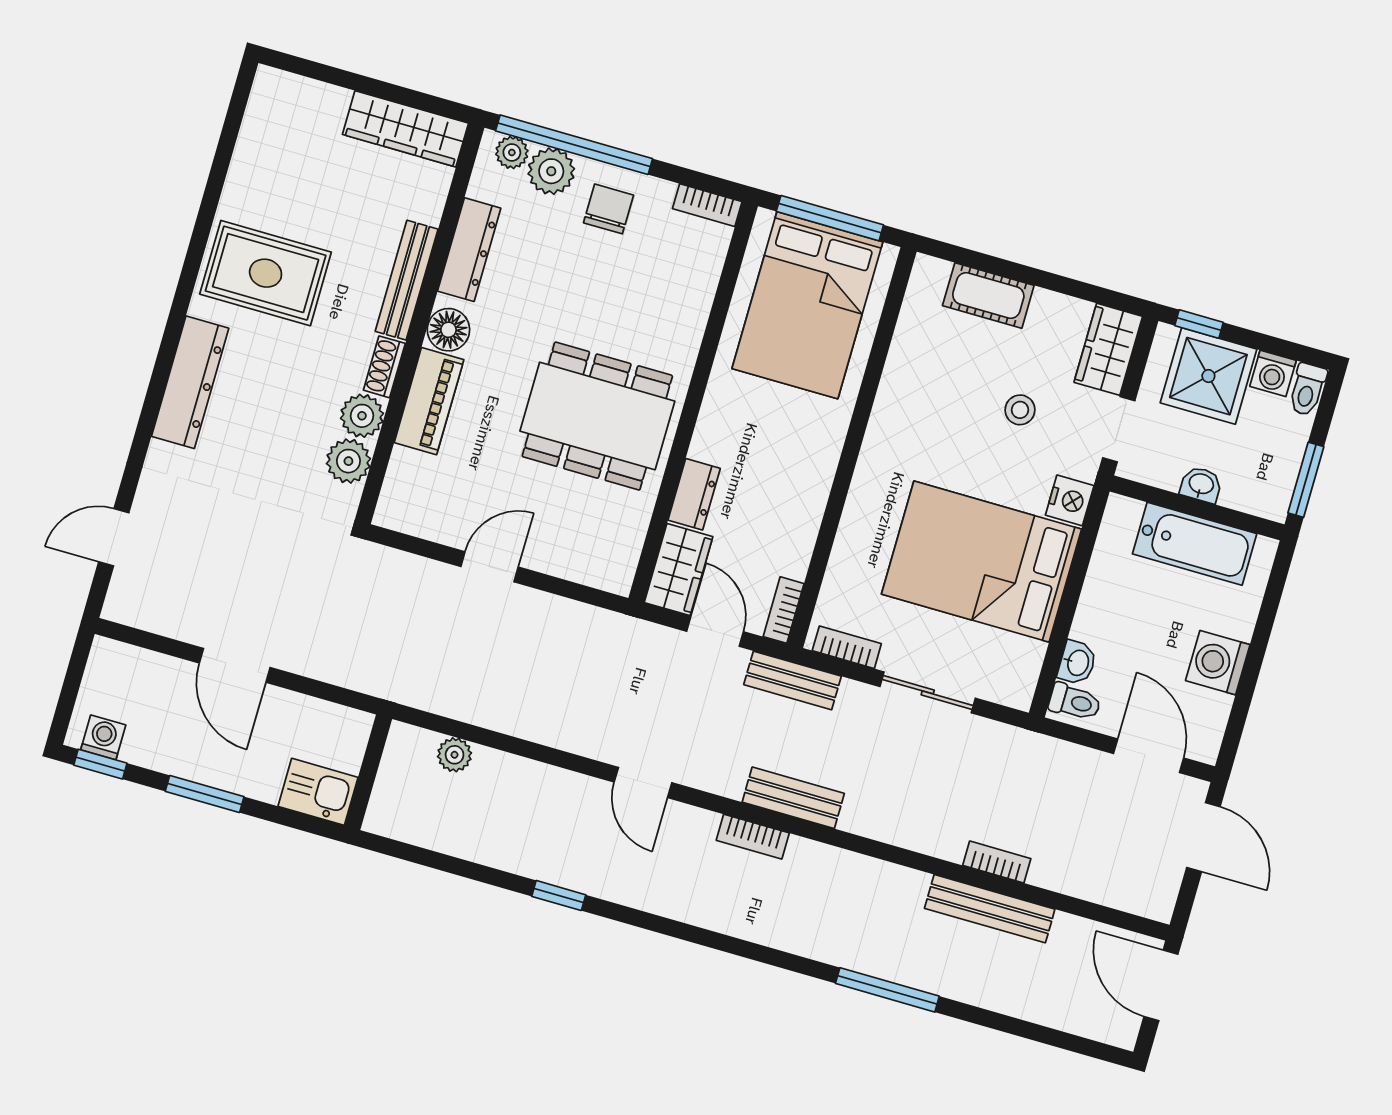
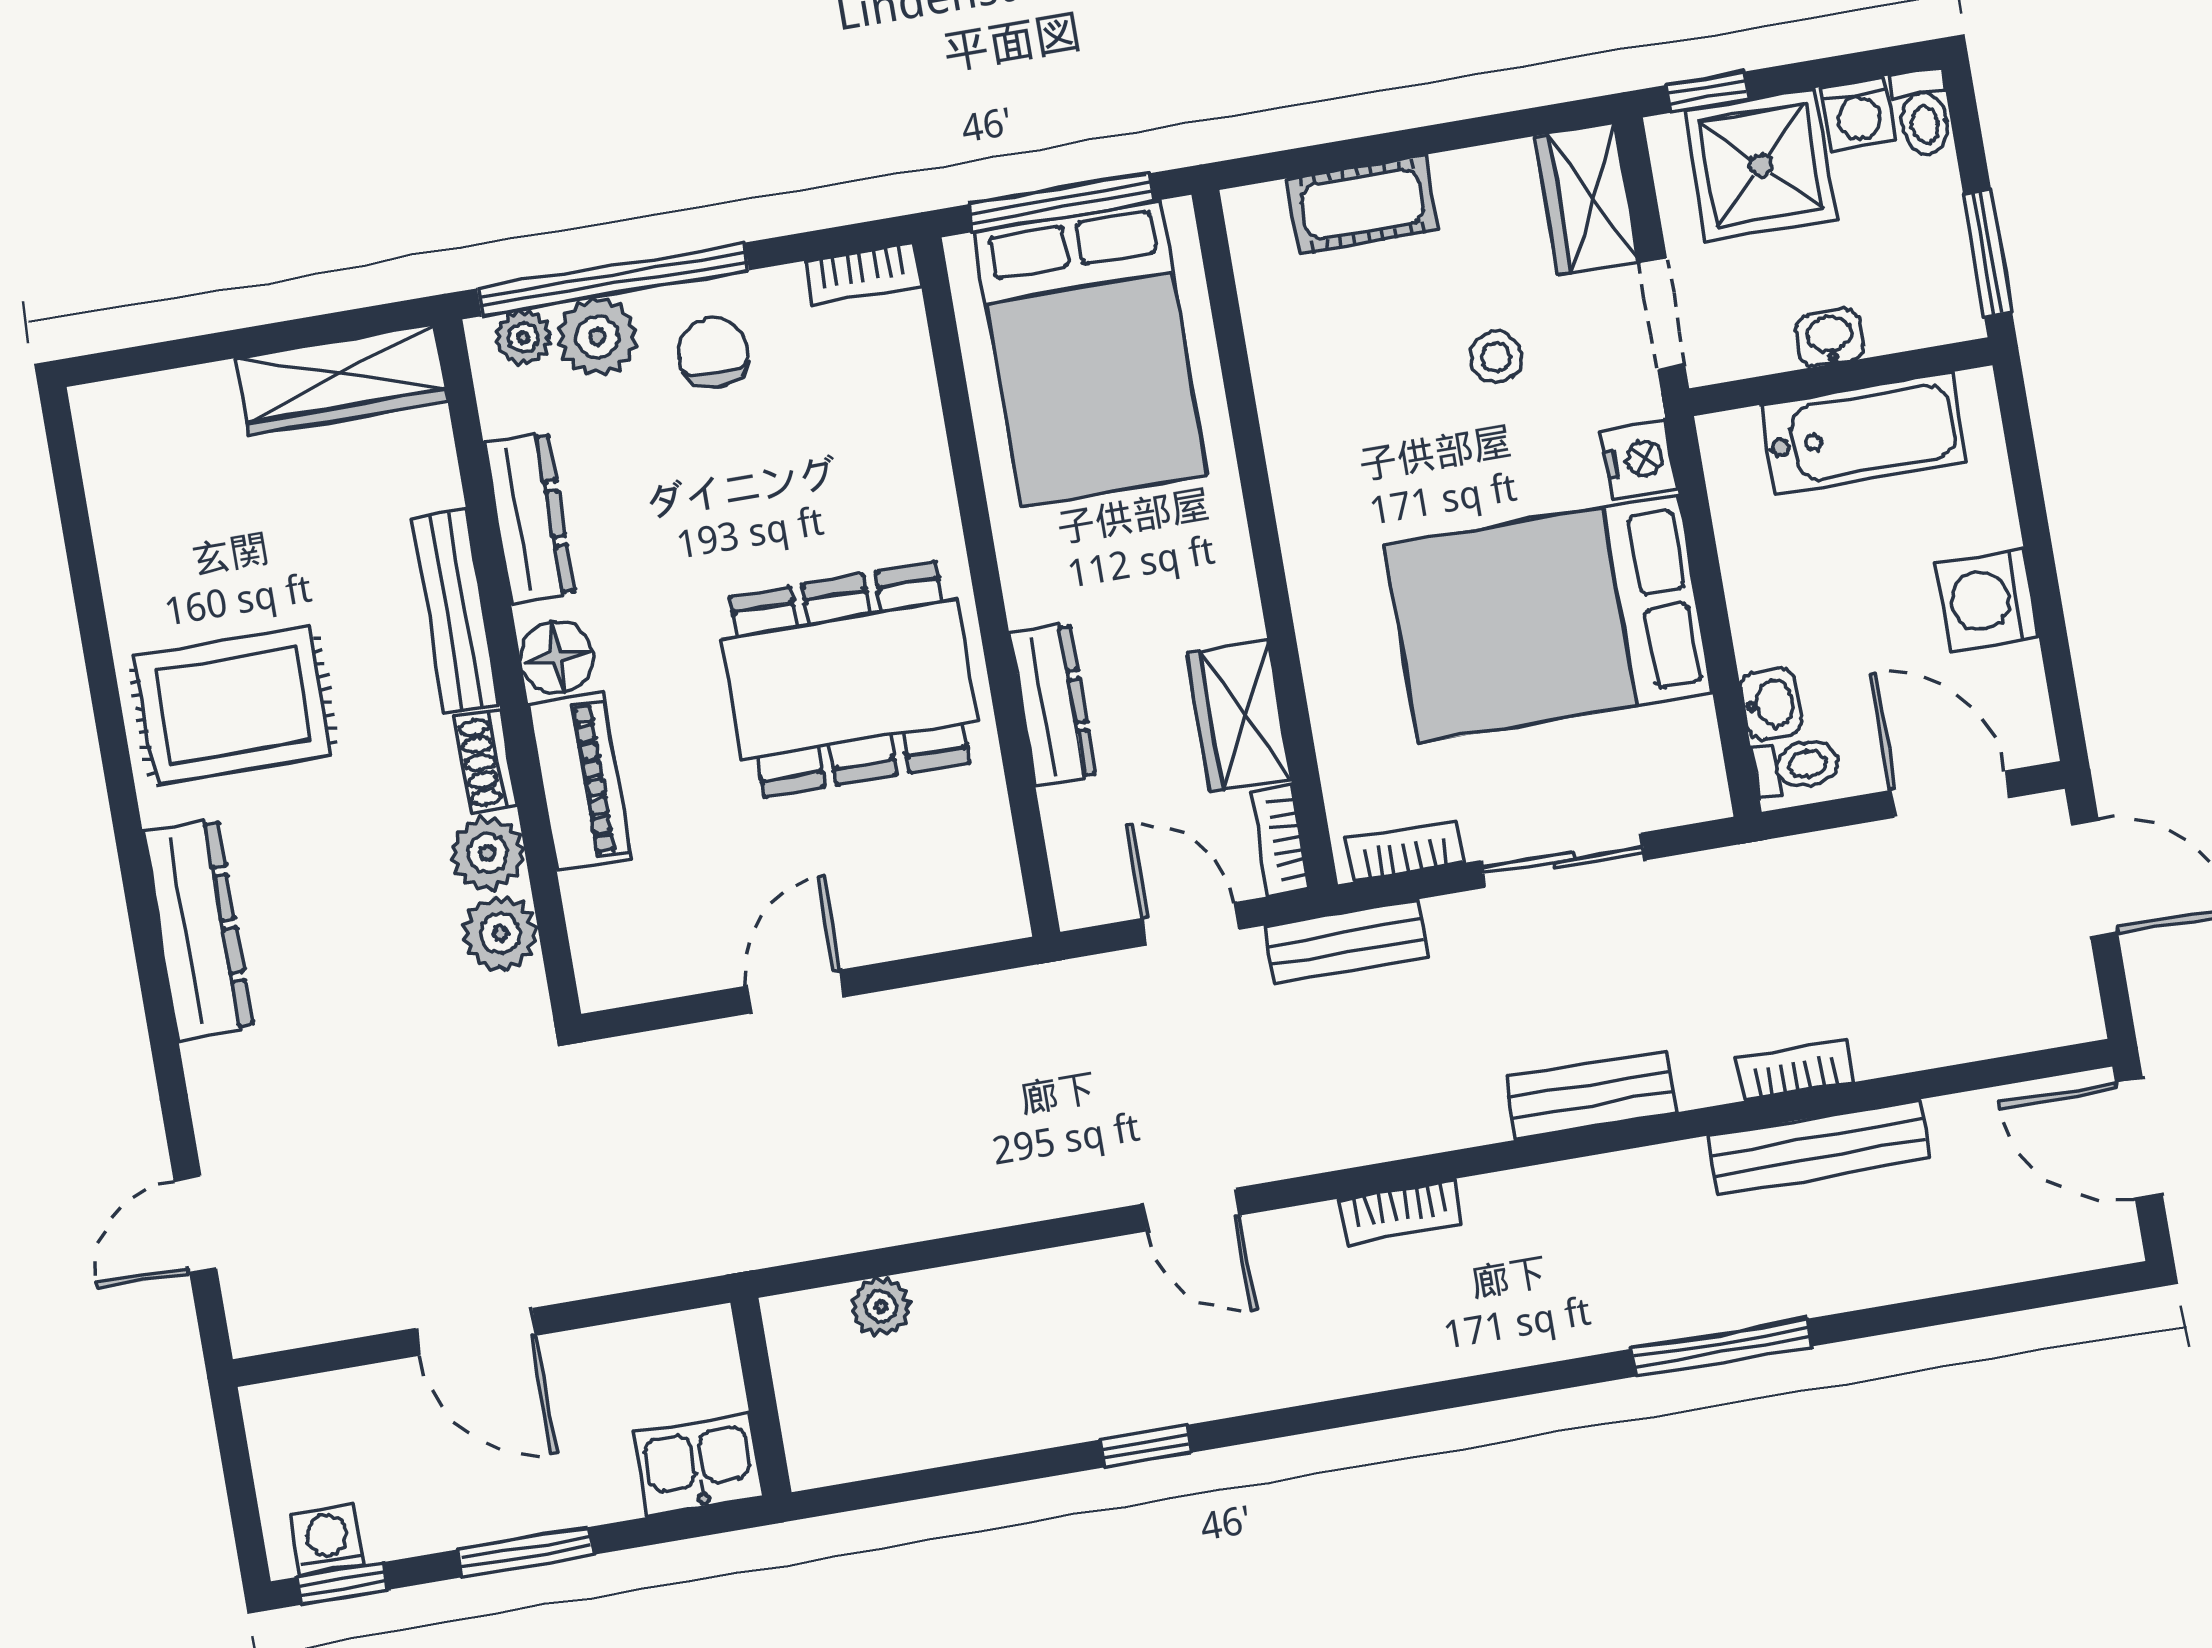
dresser: (694, 494) -> (1053, 705), width x1.44
wardrobe: (679, 570) -> (1239, 716), moved, turned 180
bench: (793, 798) -> (1591, 1095), moved

